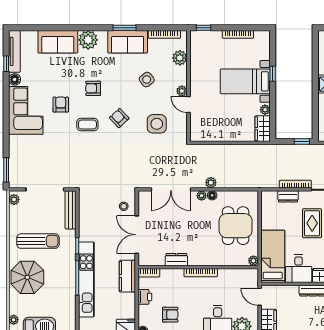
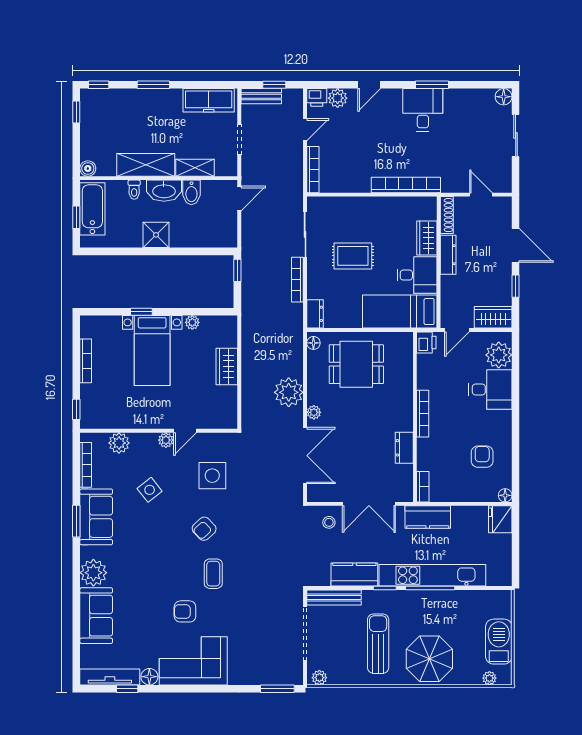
armchair: (93, 88) -> (162, 566), removed
wardrobe: (263, 129) -> (227, 366), moved, turned 90
plant: (211, 183) -> (289, 392), width x1.87, depth x1.87
floor lamp: (212, 195) -> (313, 343), moved
dresser: (288, 196) -> (315, 314), moved
kitchen counter: (87, 224) -> (354, 575), added
plant: (253, 261) -> (406, 339), removed
printer: (145, 297) -> (426, 342), moved, turned 90

